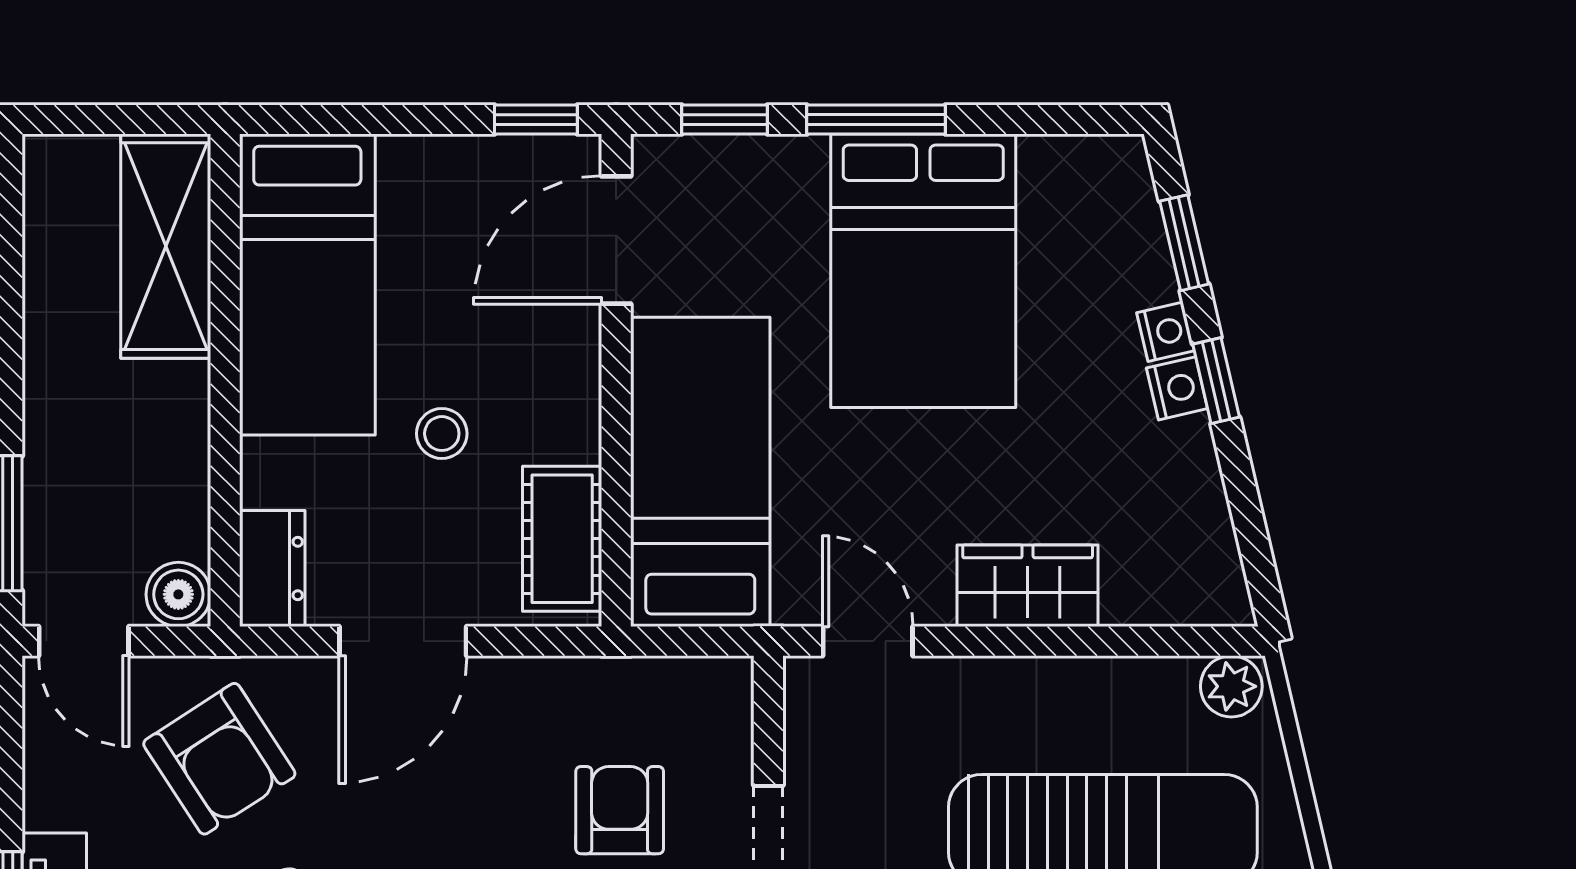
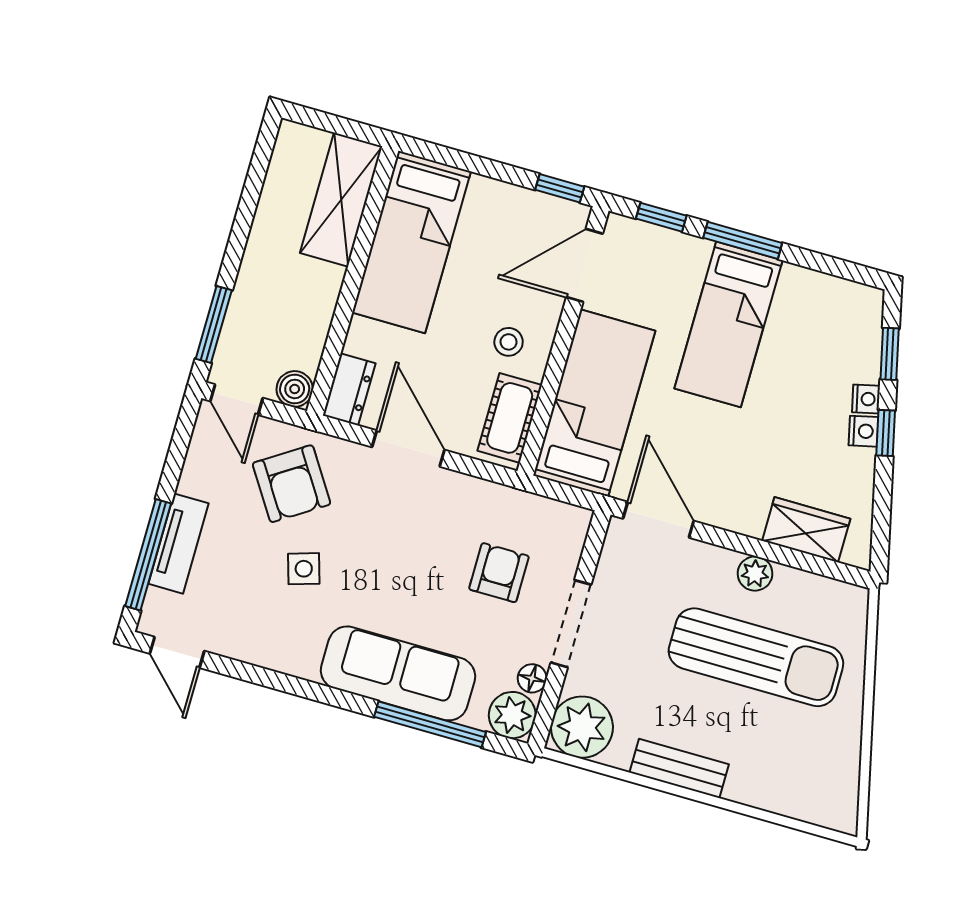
bed: (923, 271) -> (728, 324), width x0.67
stool: (442, 434) -> (509, 342), moved
wardrobe: (1028, 586) -> (806, 530), moved
door: (403, 641) -> (408, 449), swing flipped
door: (868, 641) -> (658, 520), width x1.38
plant: (1231, 686) -> (755, 574), moved

